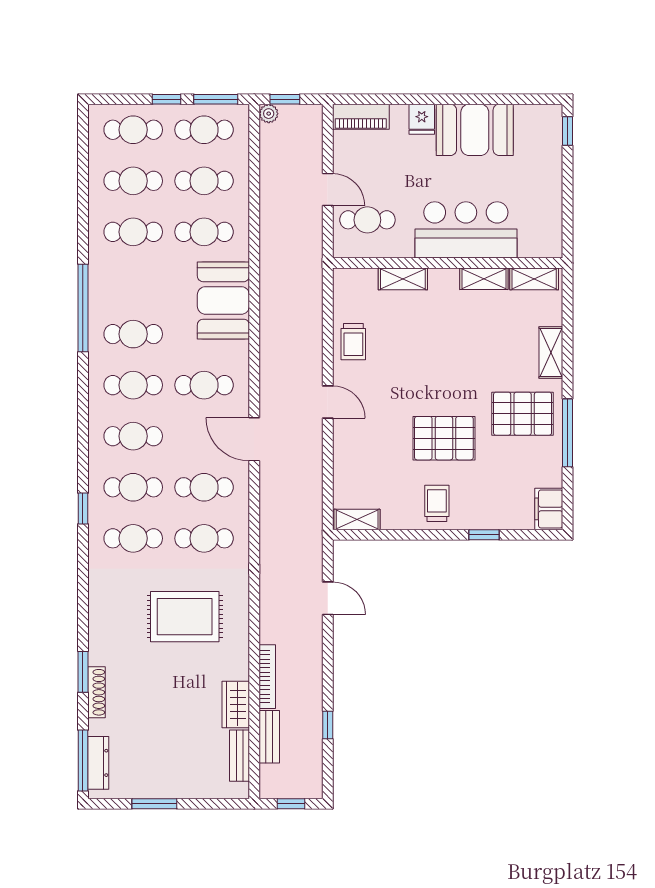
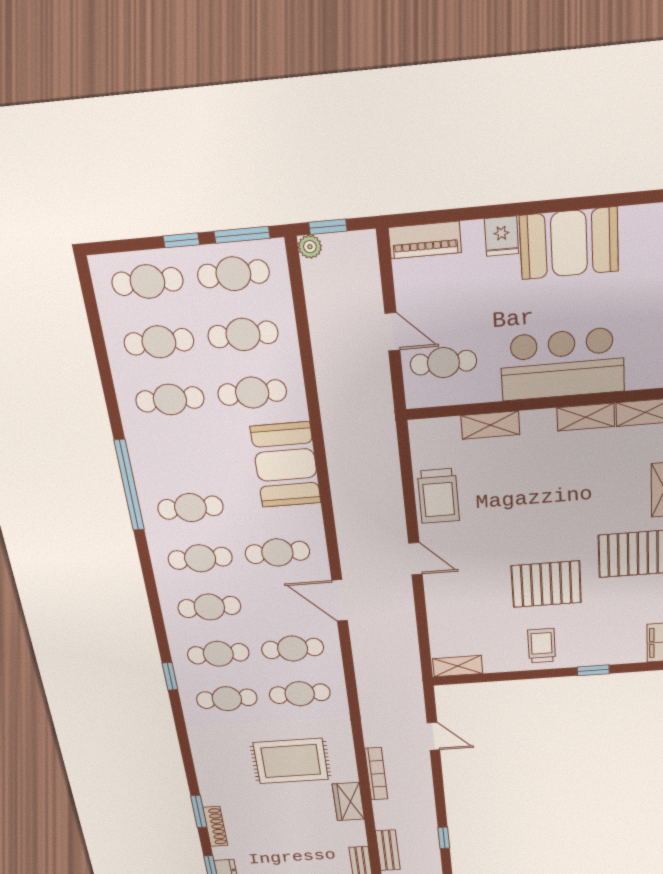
trolley: (353, 342) -> (438, 496), width x1.36, depth x1.39
bookcase: (267, 677) -> (376, 774), moved
wardrobe: (236, 704) -> (348, 802), moved

